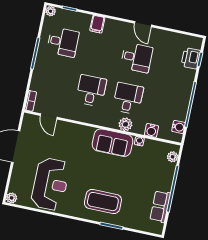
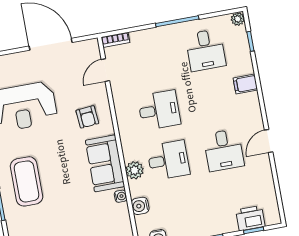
armchair: (76, 142) -> (87, 117), added

